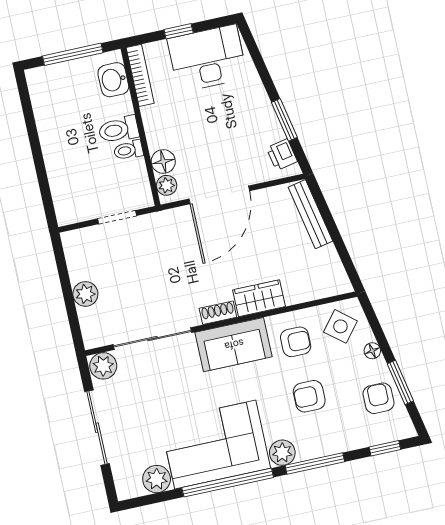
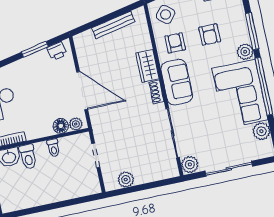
toilet: (119, 130) -> (28, 157), moved
bench: (310, 214) -> (113, 25), moved
plant: (85, 294) -> (126, 180), moved

